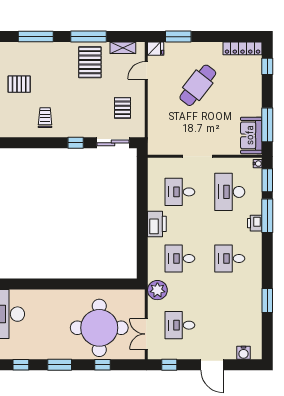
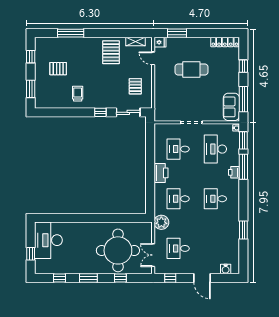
window: (89, 37) -> (110, 33), removed
window: (267, 66) -> (243, 66), moved
door: (146, 70) -> (153, 58), hinge flipped
cafe table: (198, 85) -> (191, 70), turned 52

